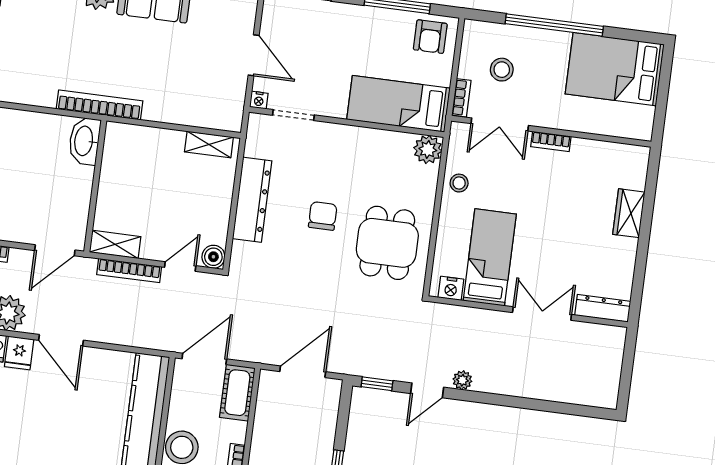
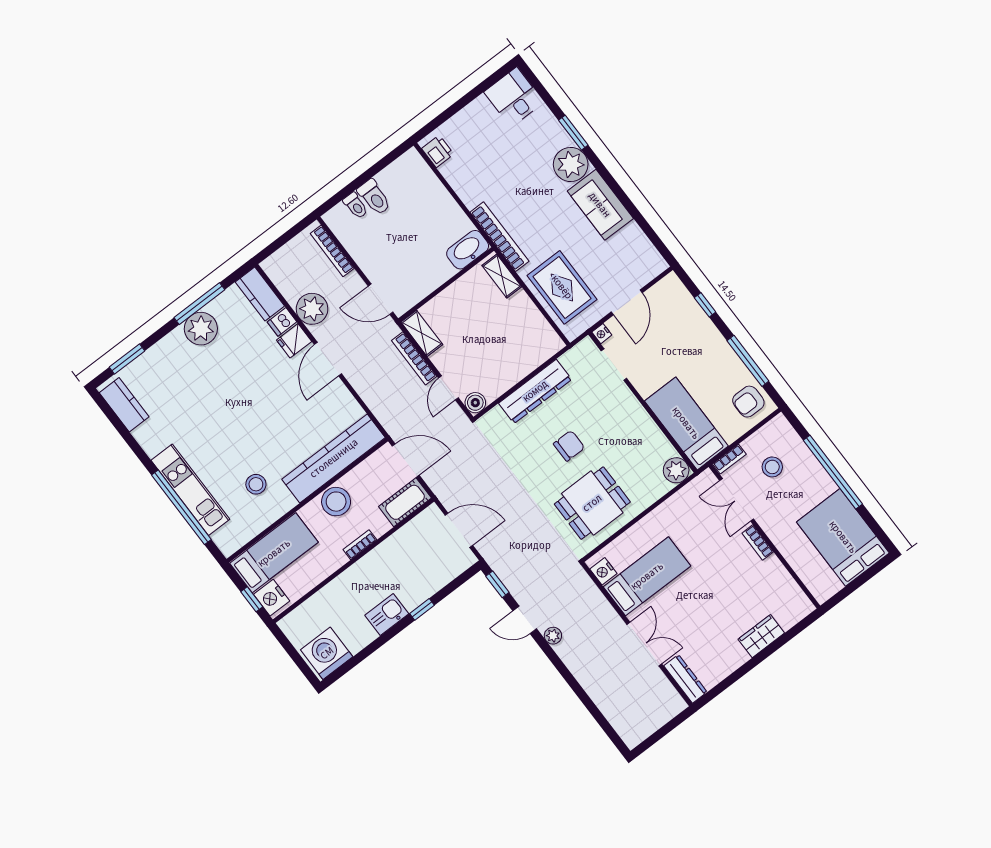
rug: (190, 95) -> (562, 287), added
shelving: (209, 144) -> (502, 276), moved
stool: (459, 183) -> (675, 511), removed
door: (180, 267) -> (448, 388), swing flipped

